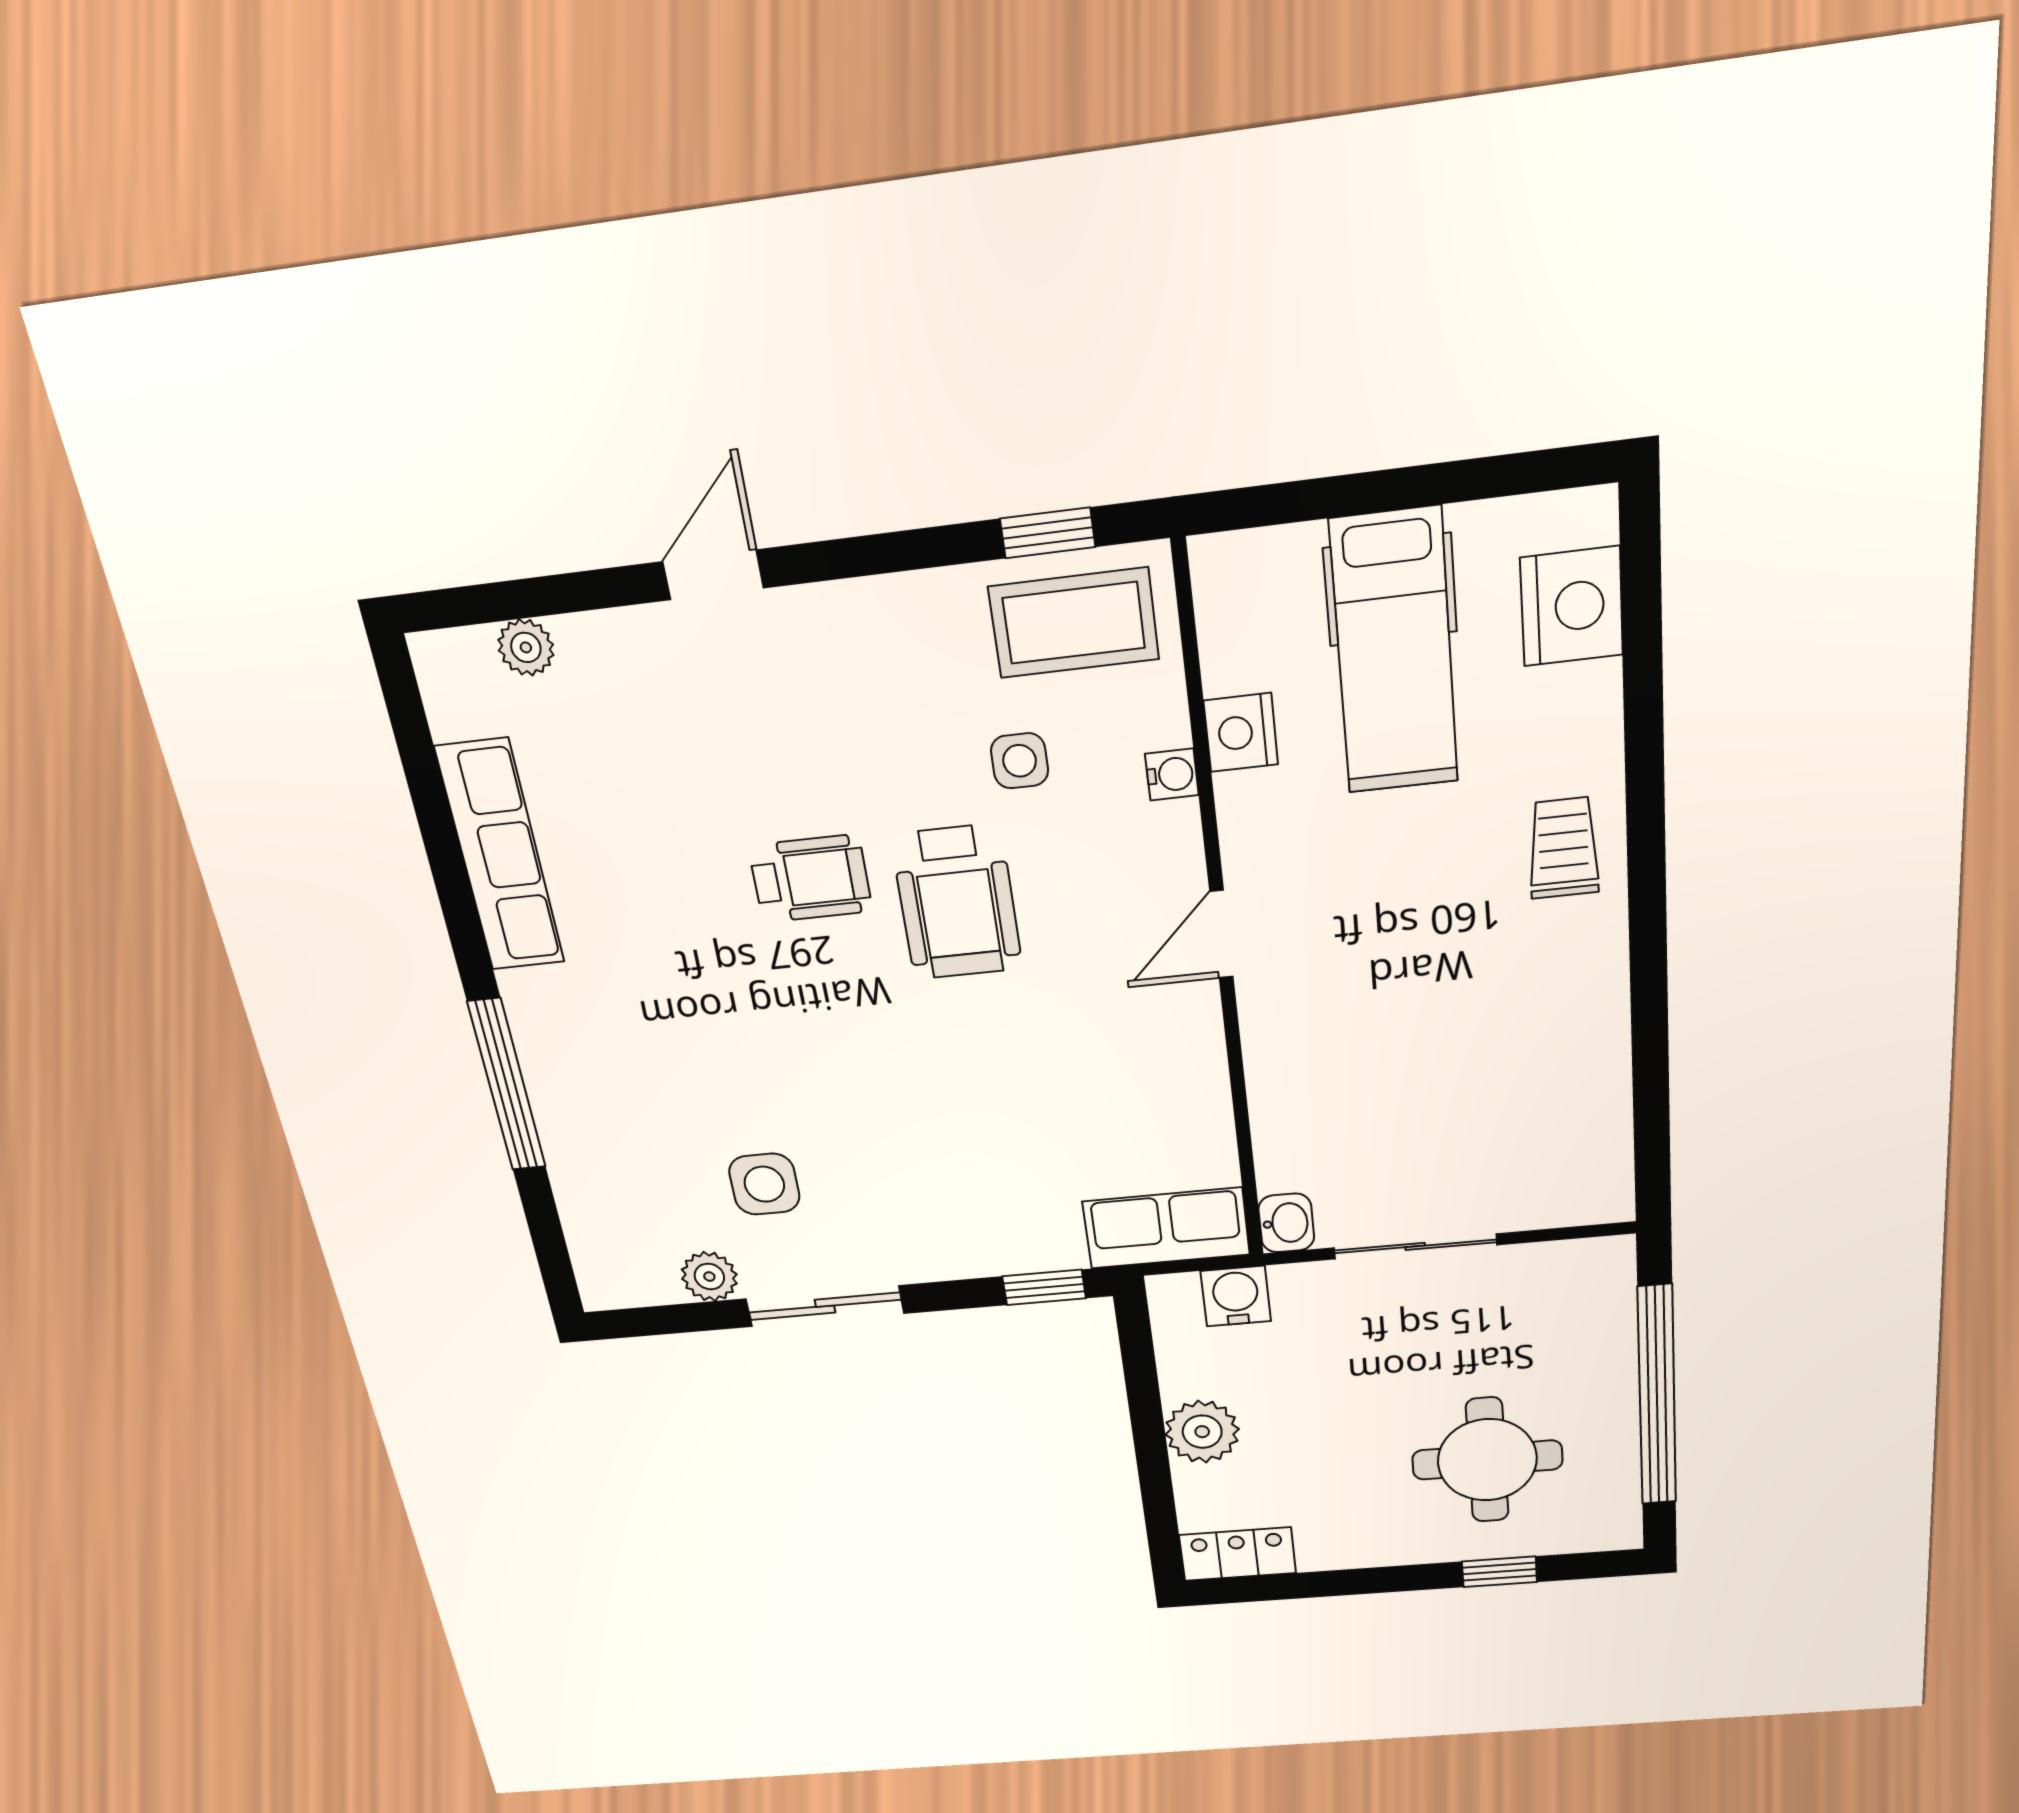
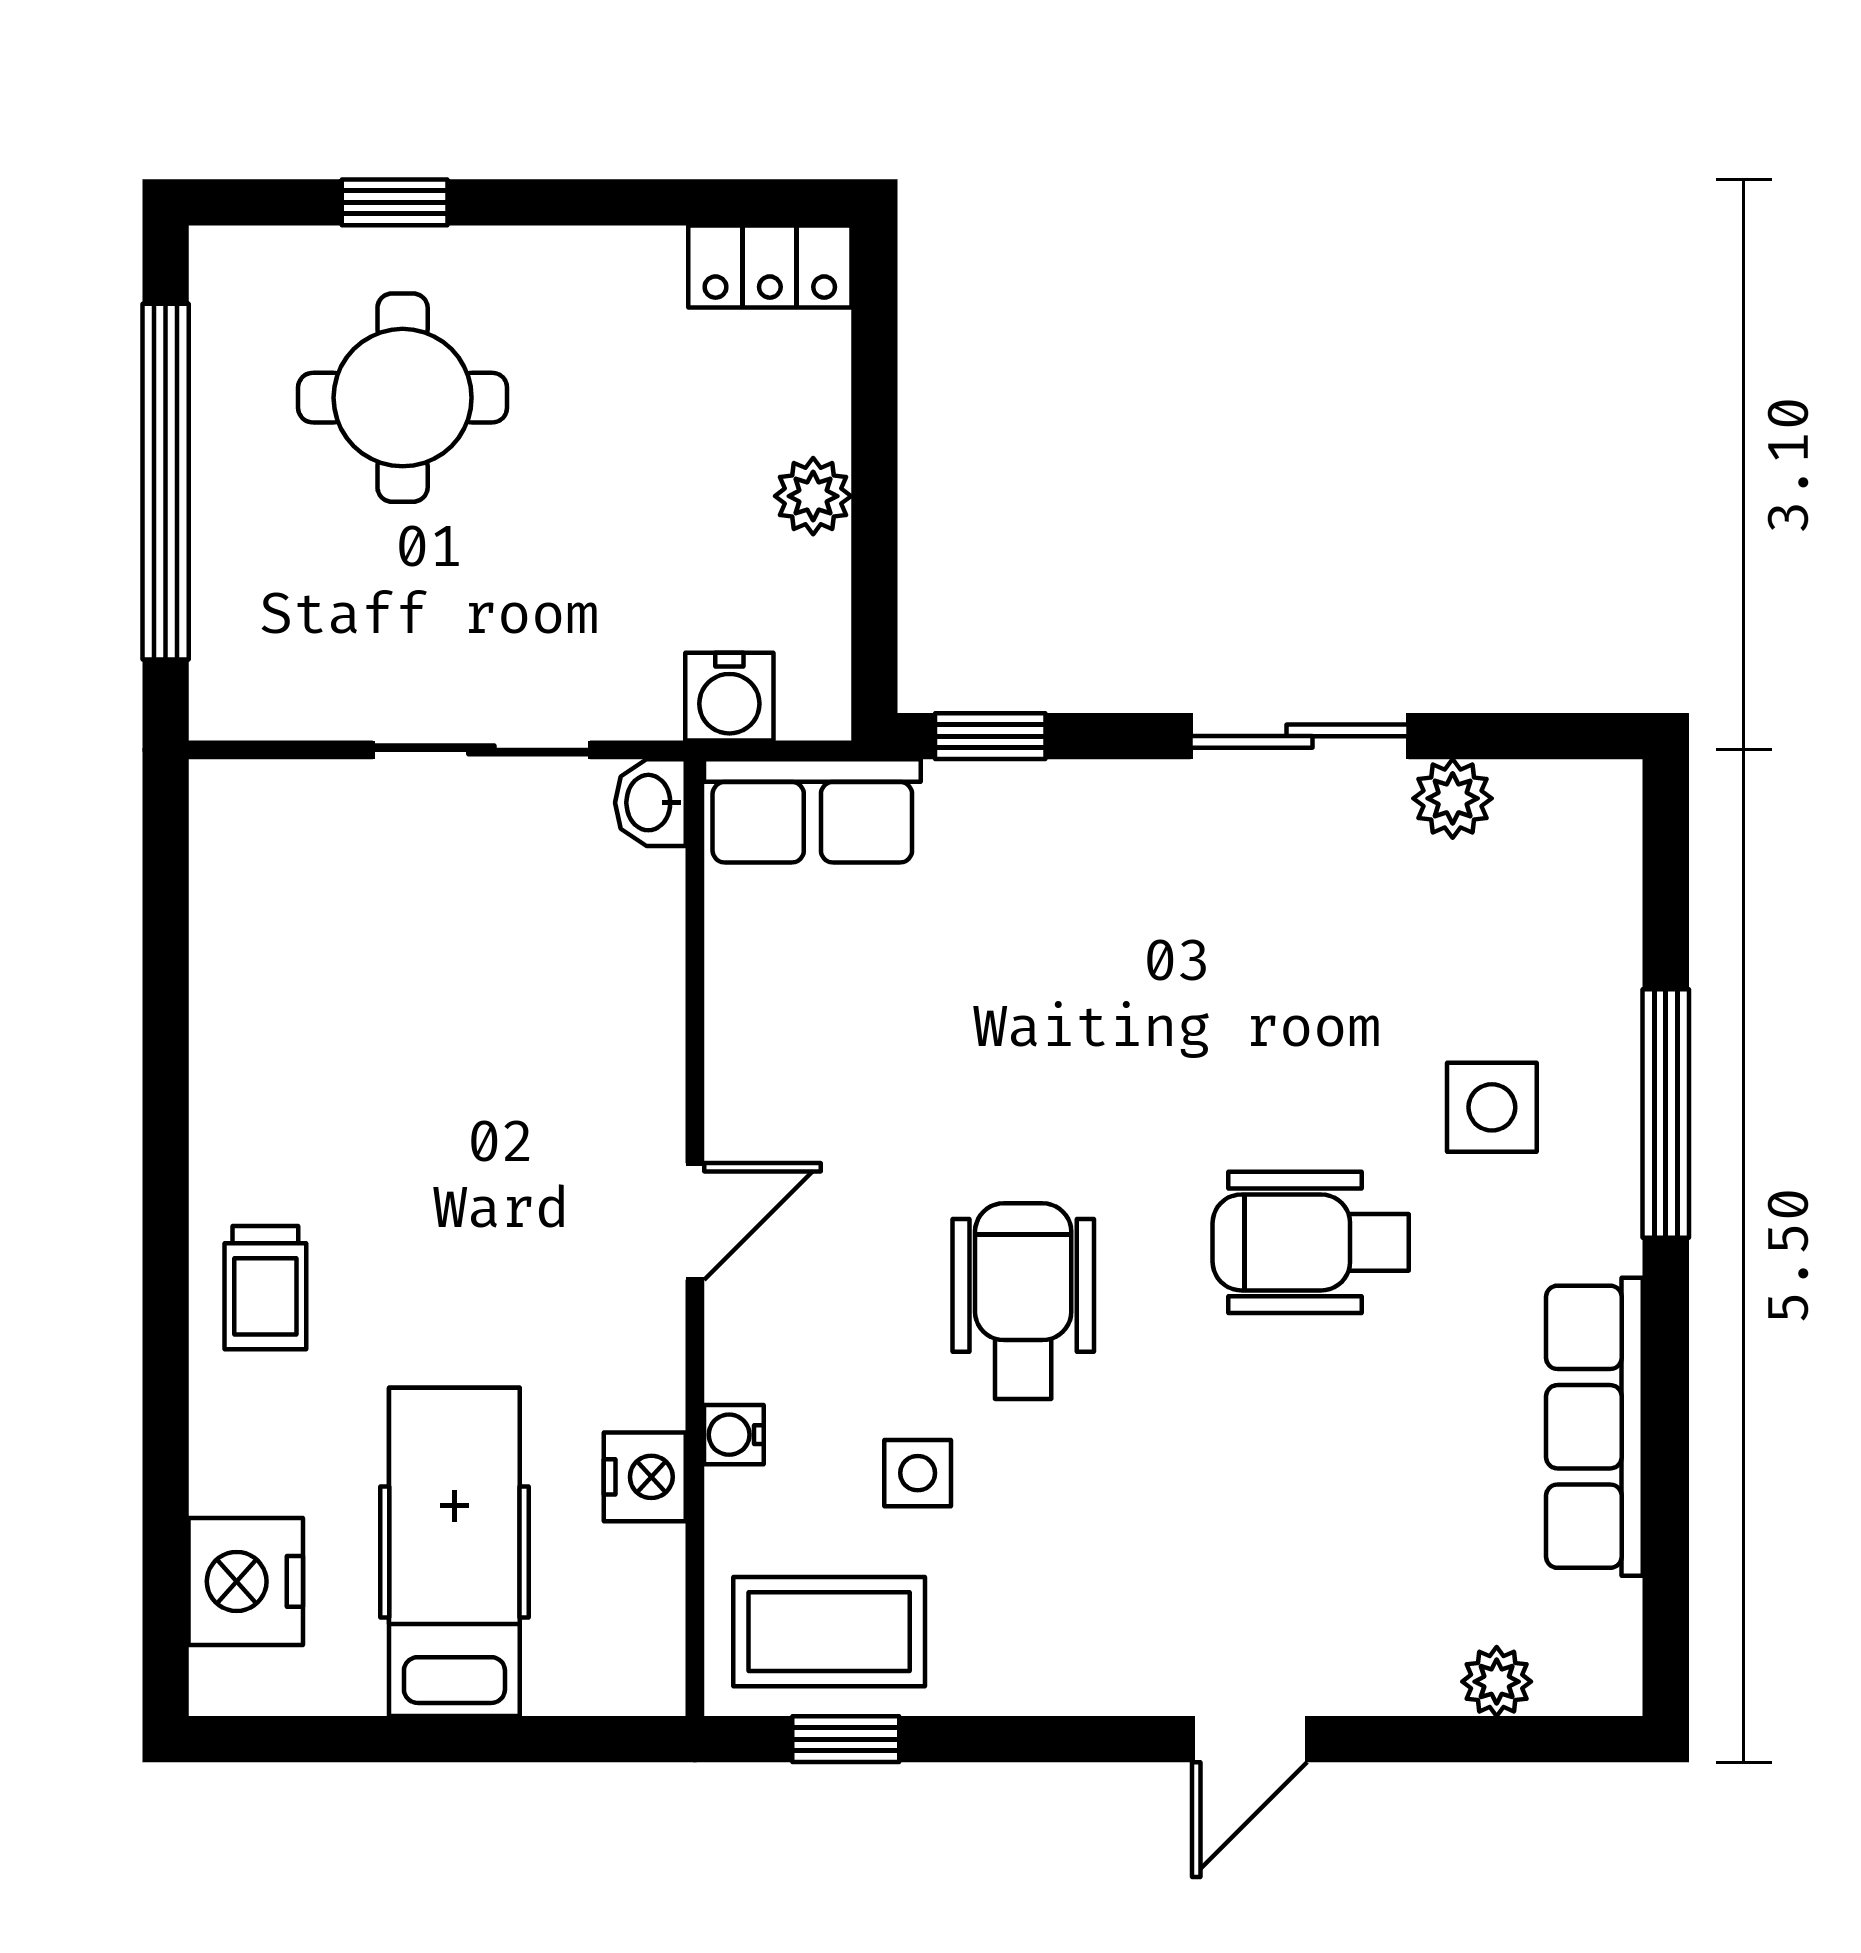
wheelchair: (810, 879) -> (1311, 1242), moved, width x1.36, depth x1.37
side table: (764, 1184) -> (1492, 1107), moved
plant: (1202, 1432) -> (813, 496), width x0.73, depth x0.73

